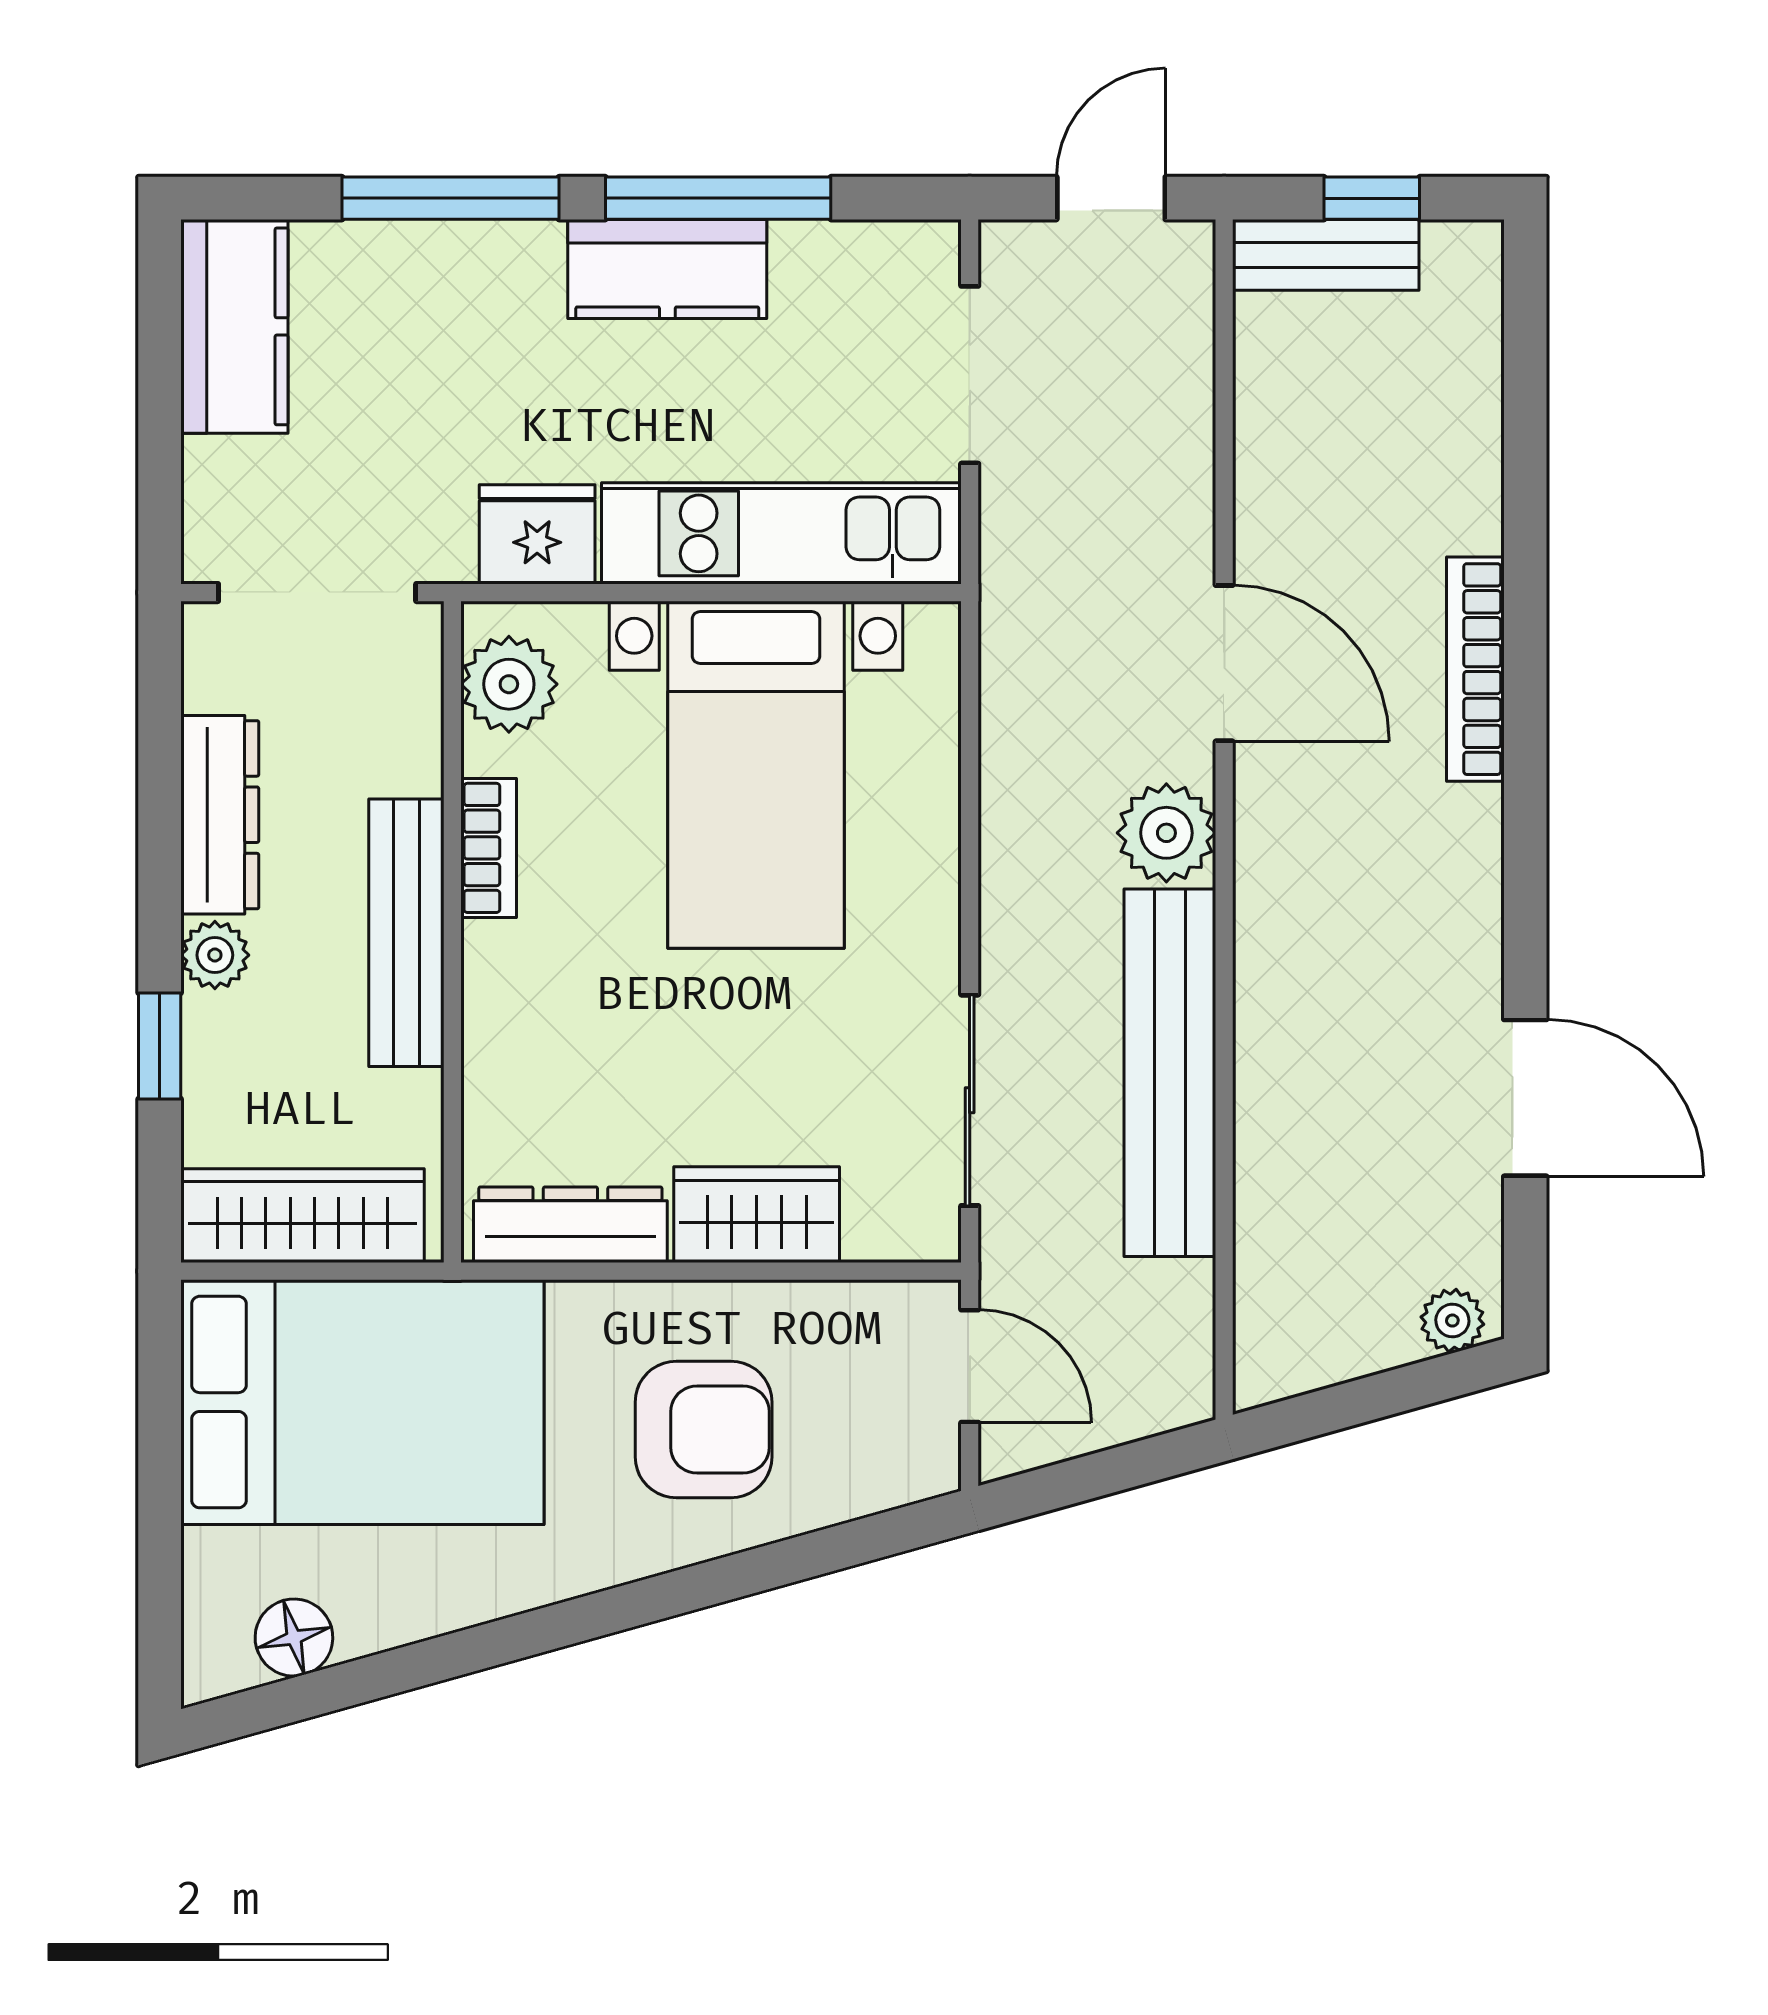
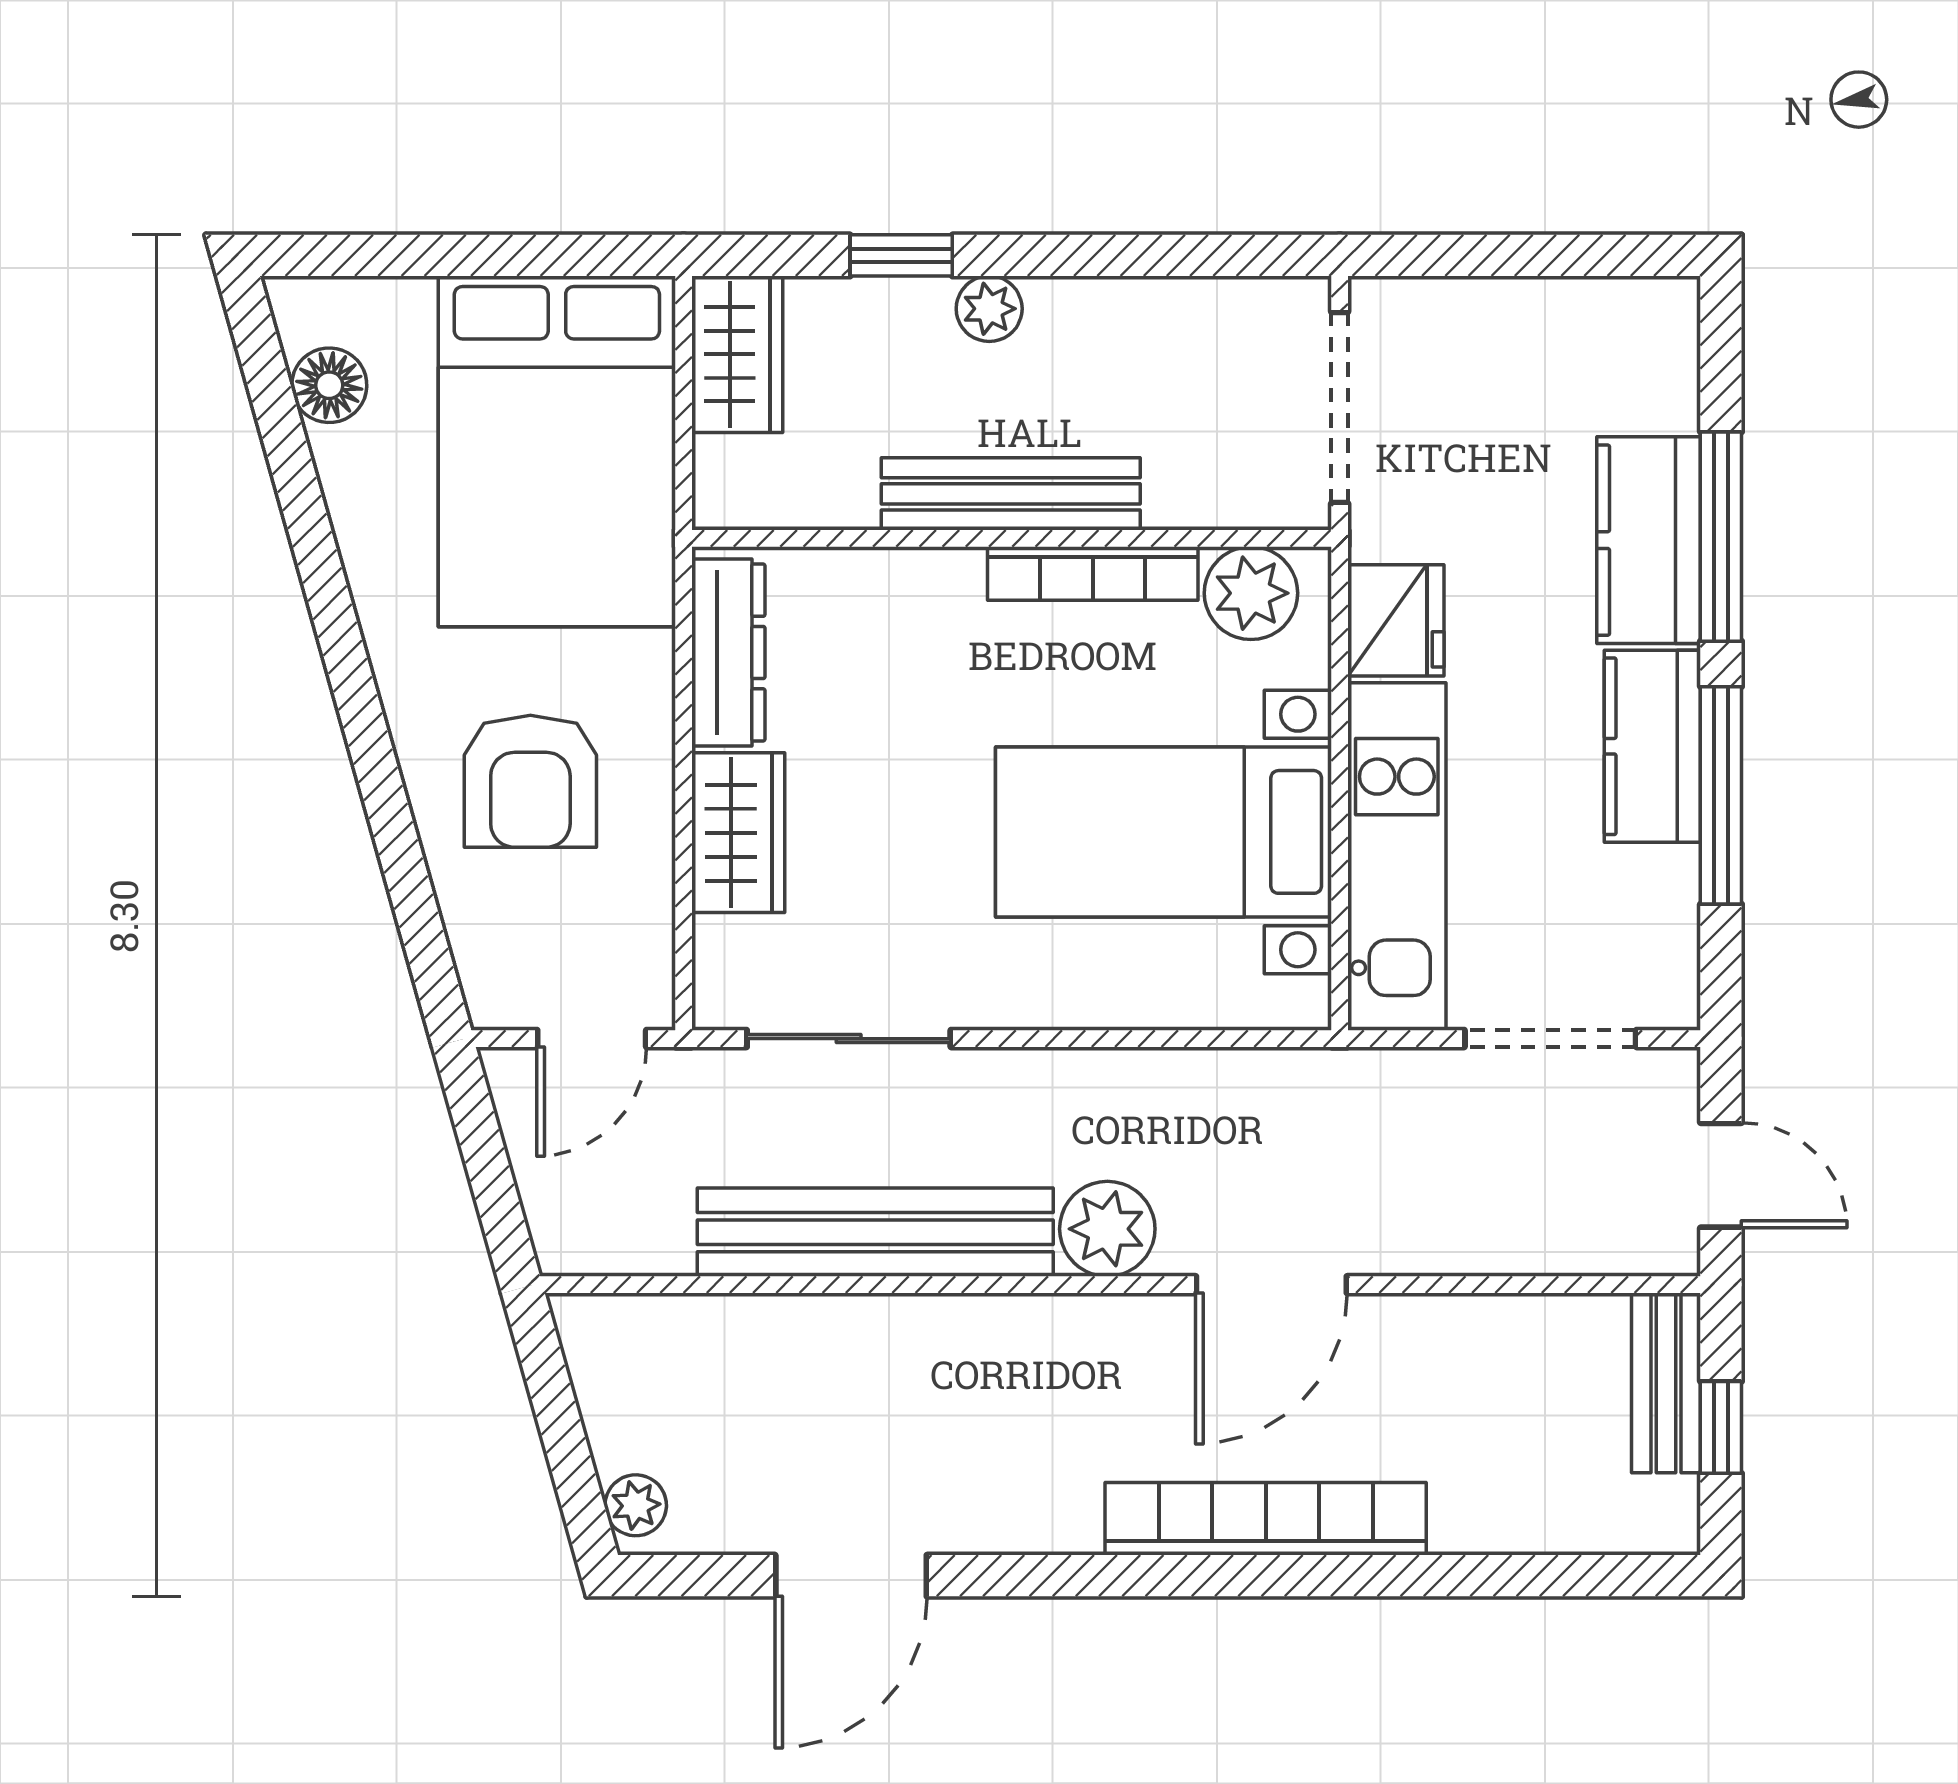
kitchen counter: (234, 326) -> (1649, 540), moved, turned 90
bookcase: (1475, 669) -> (1266, 1519), width x1.48, depth x1.31
dresser: (220, 815) -> (1125, 314), removed
bookcase: (489, 848) -> (1093, 573), width x1.56
wardrobe: (302, 1216) -> (737, 354), width x0.67

